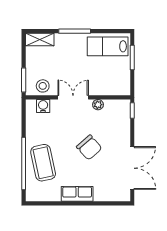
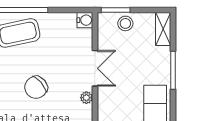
stool: (43, 86) -> (125, 23), moved
water cooler: (43, 106) -> (85, 20), moved

